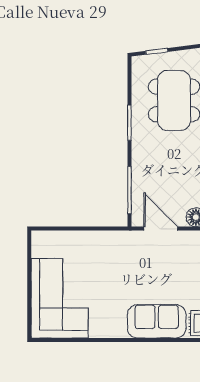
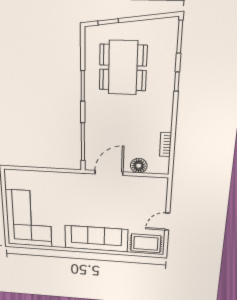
door: (161, 229) -> (109, 173), hinge flipped
sofa: (157, 321) -> (96, 239), width x1.36

